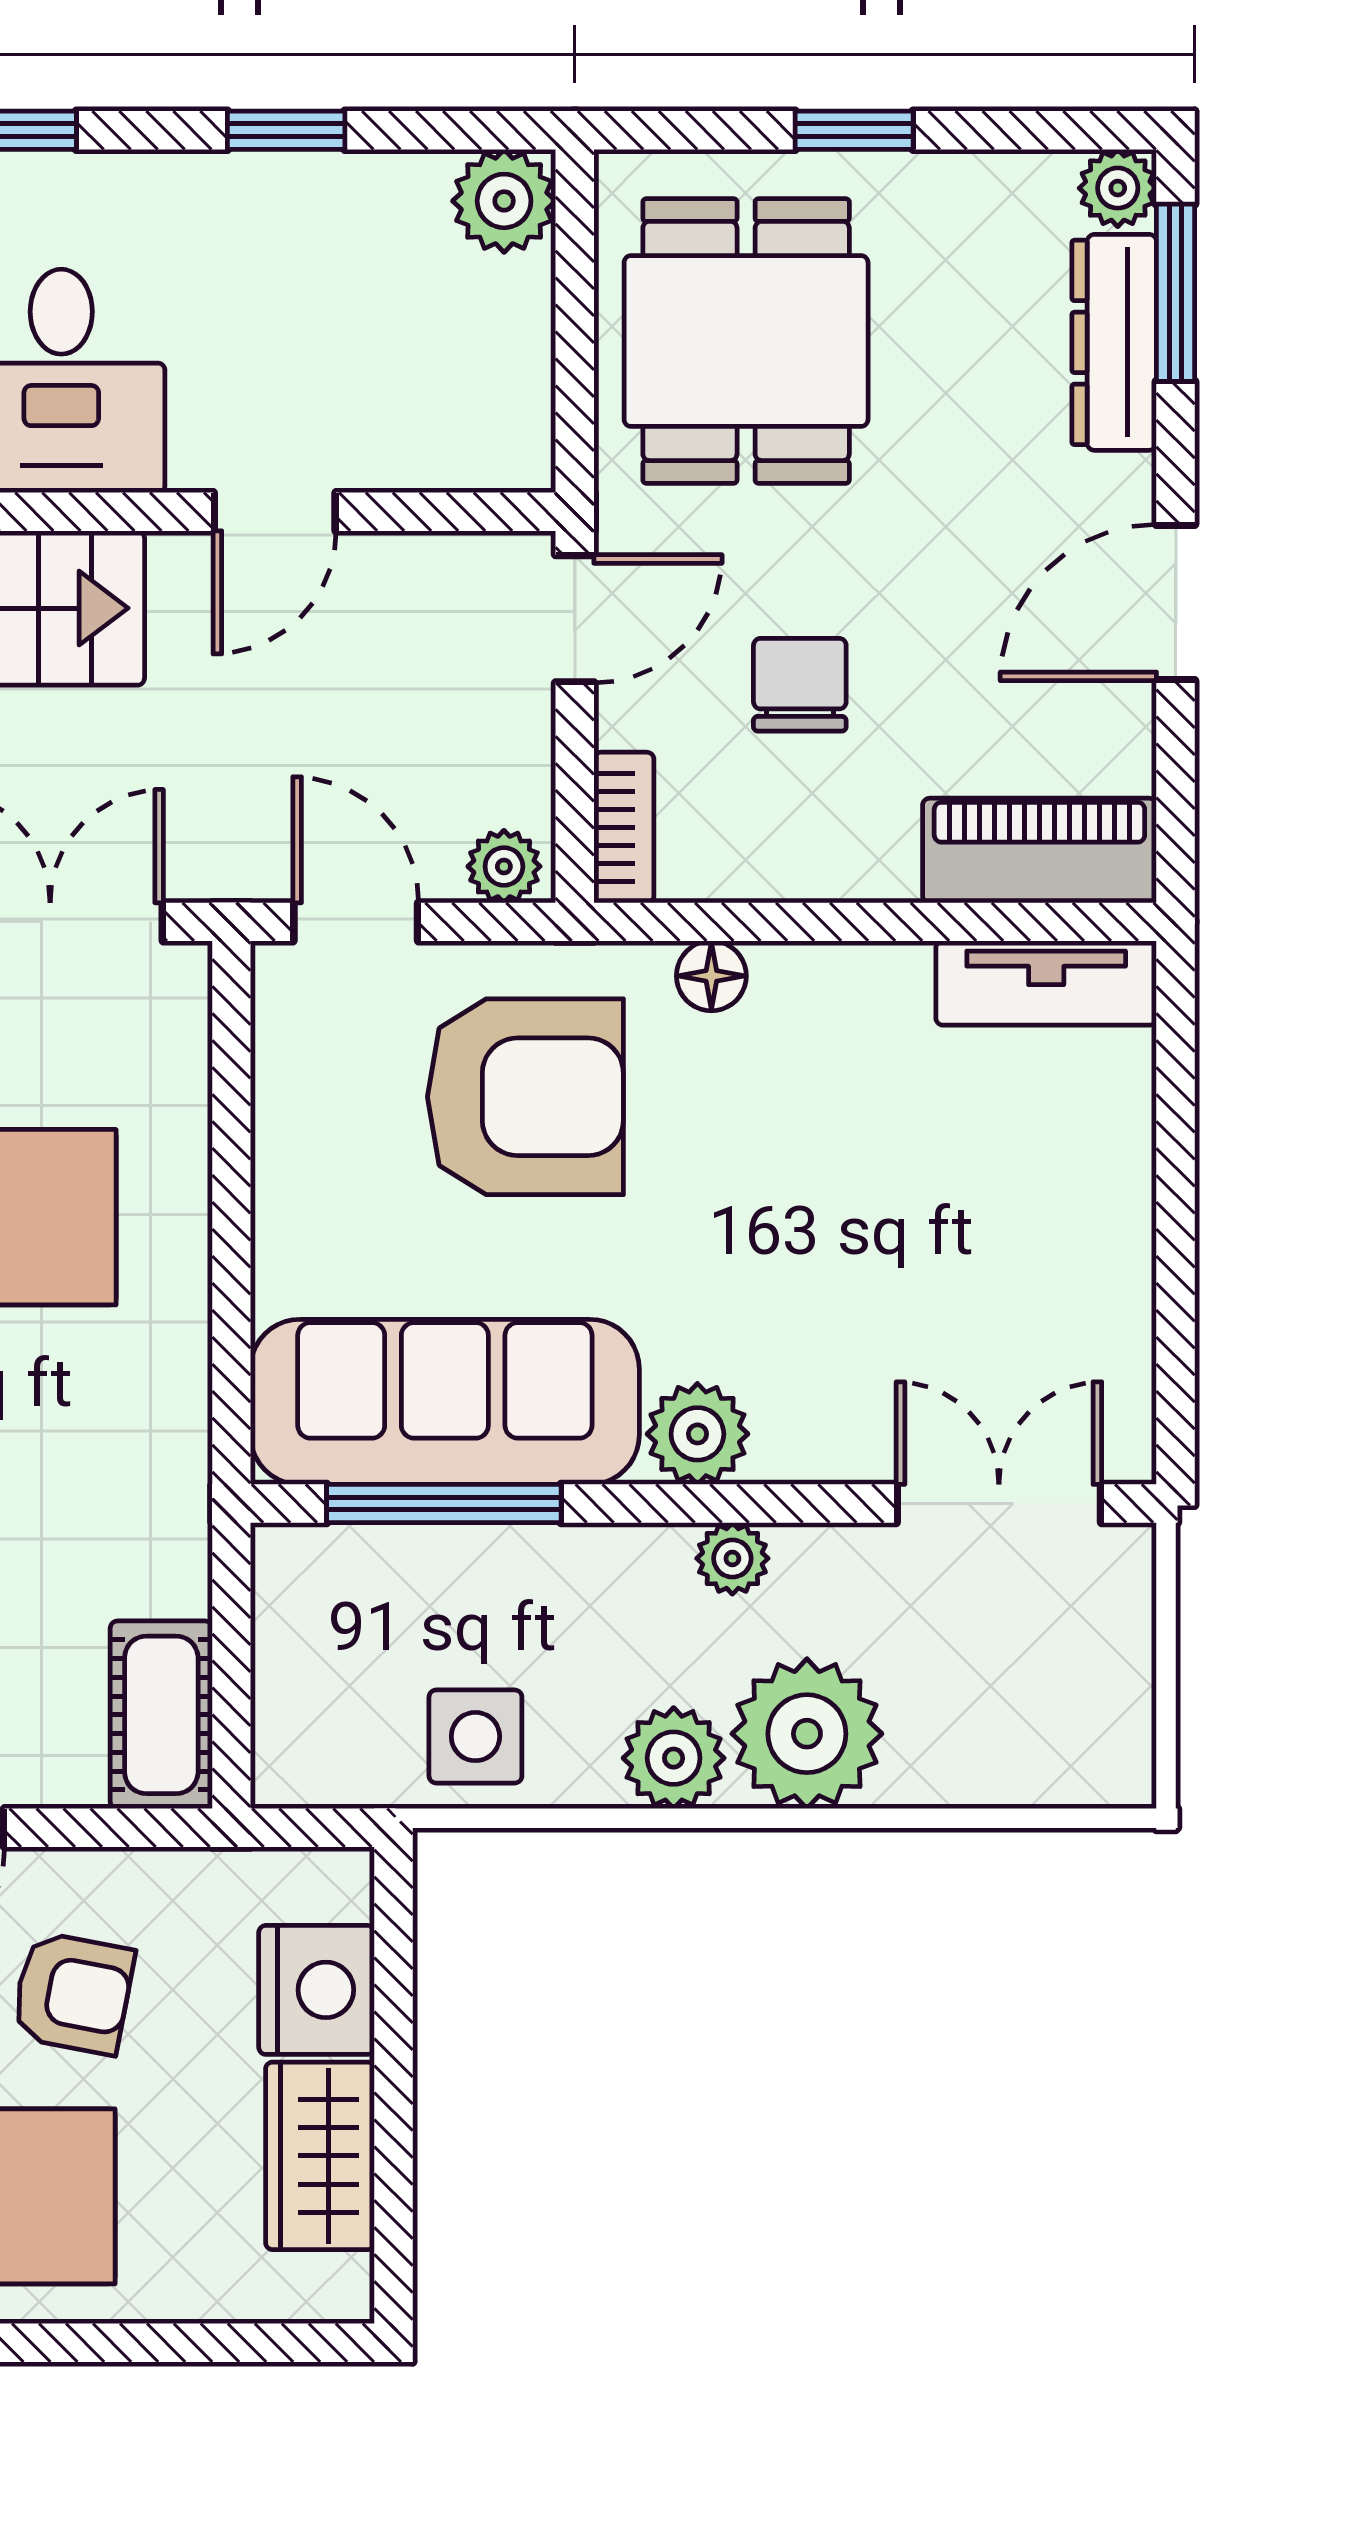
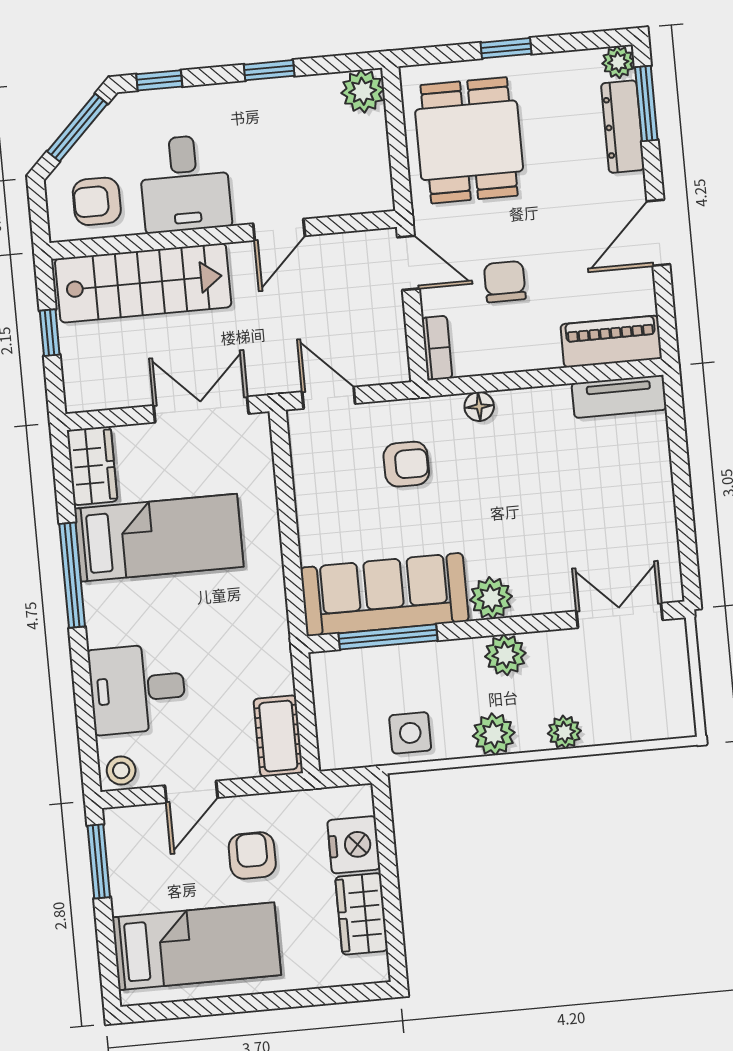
door: (575, 619) -> (408, 263), hinge flipped
plant: (504, 866) -> (388, 369), removed
armchair: (525, 1097) -> (406, 464), width x0.53, depth x0.53
plant: (732, 1558) -> (505, 655), width x1.38, depth x1.38
plant: (807, 1734) -> (564, 732), width x0.53, depth x0.53
armchair: (73, 1993) -> (252, 856), turned -101

